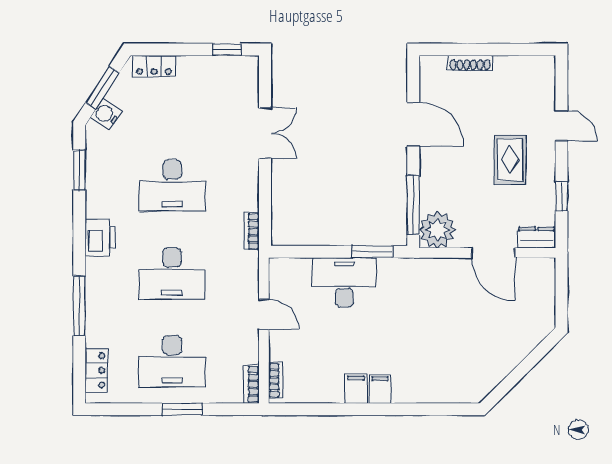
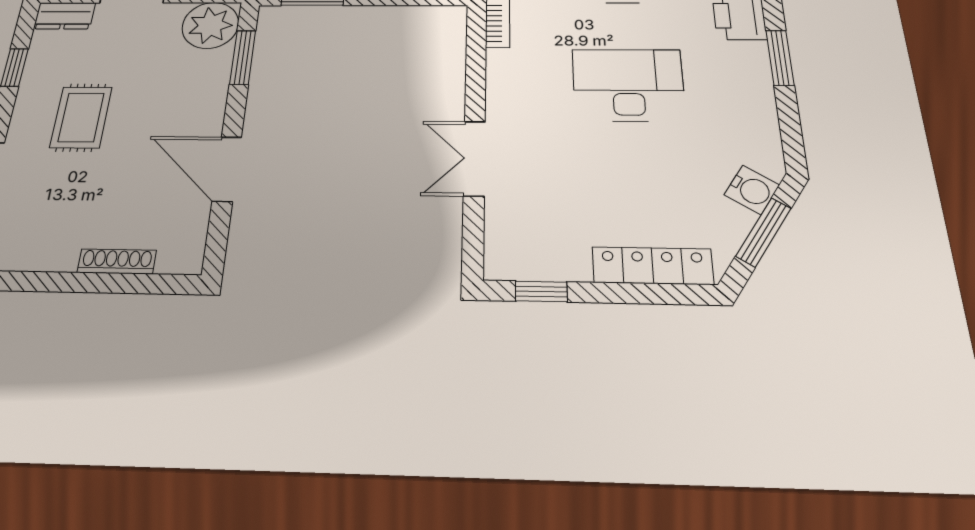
locker: (154, 66) -> (653, 266), width x1.53
window: (79, 170) -> (780, 58), moved
window: (413, 205) -> (243, 57), width x0.69

